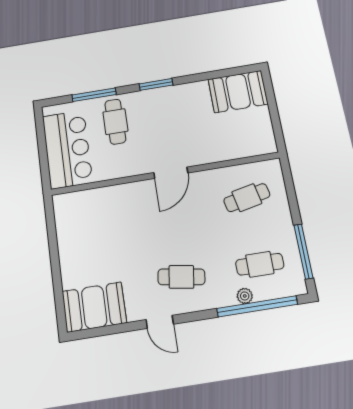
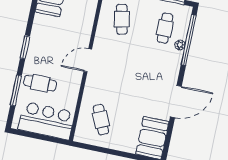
door: (171, 173) -> (88, 60), swing flipped
cafe table: (181, 277) -> (101, 120), moved, turned -33
door: (160, 322) -> (176, 102), width x1.88

